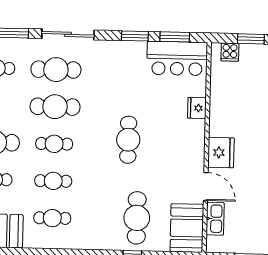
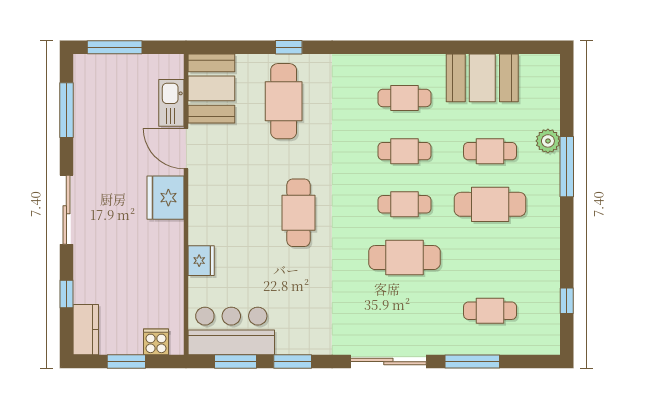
cafe table: (56, 70) -> (404, 311), removed

